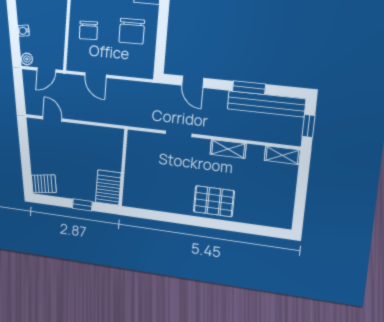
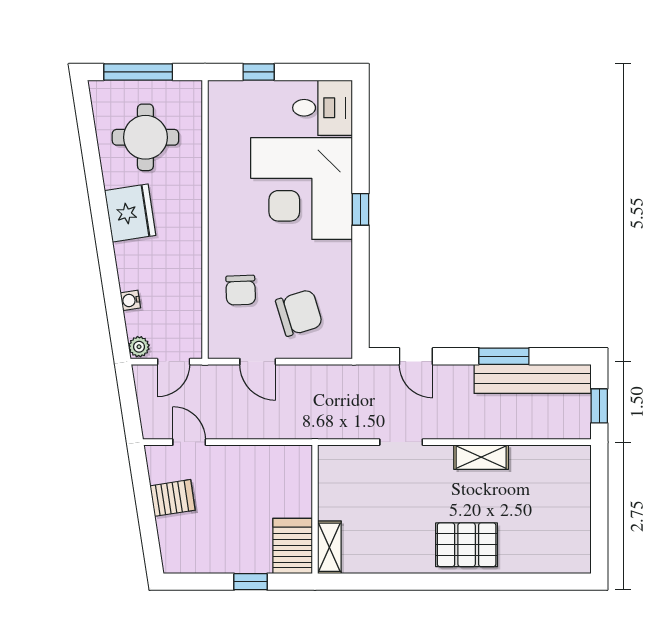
chair: (132, 31) -> (299, 313), moved, turned -107
shelving: (282, 155) -> (329, 547), moved, turned 90
server rack: (44, 184) -> (173, 498), moved

